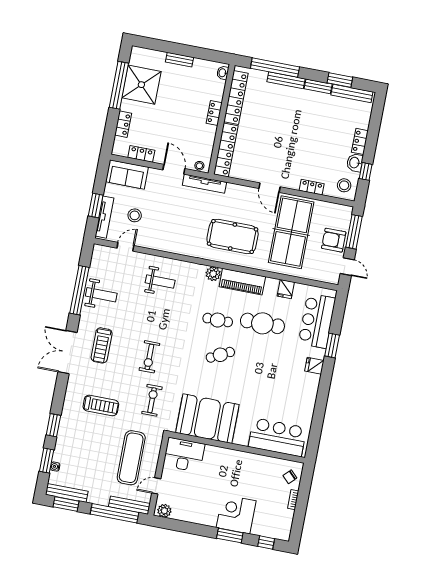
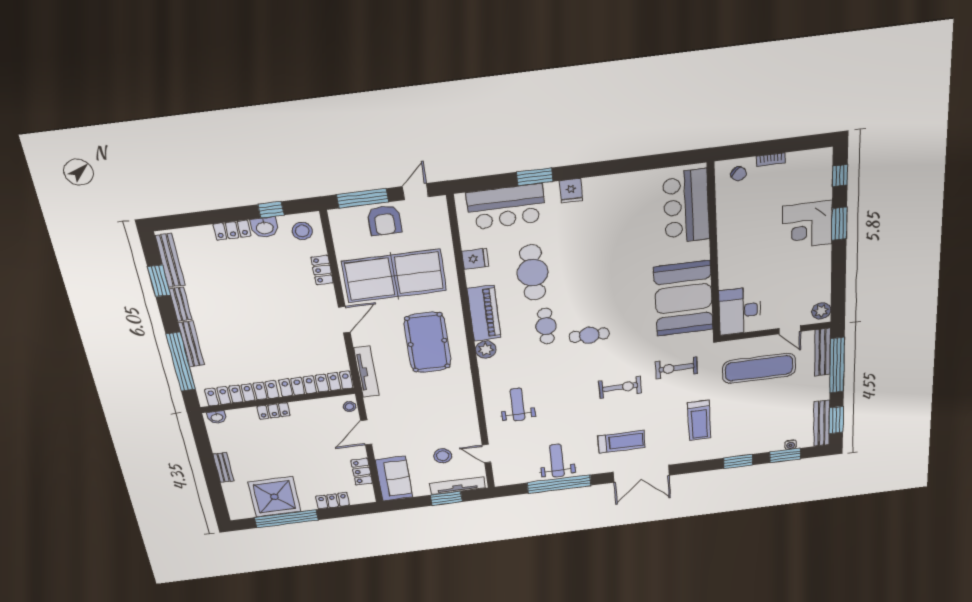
tv unit: (204, 184) -> (366, 372), moved
cafe table: (220, 355) -> (589, 335), moved, turned -63
treadmill: (101, 405) -> (699, 420), turned 180

